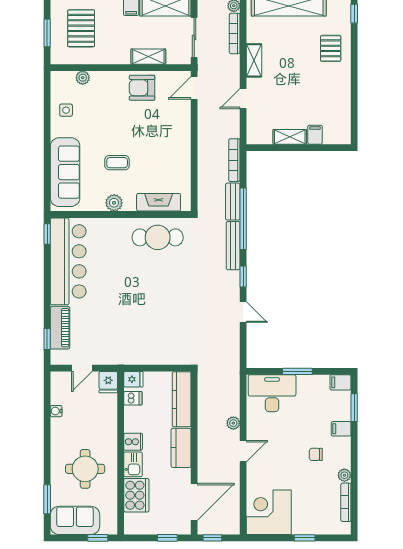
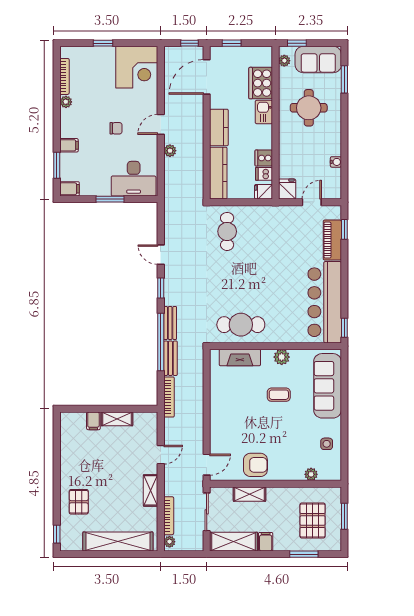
bench: (233, 246) -> (170, 323), width x0.73
cafe table: (172, 337) -> (227, 231), added
cooker: (133, 442) -> (264, 158), moved
chair: (316, 454) -> (116, 128), moved
plant: (111, 519) -> (284, 61), added

